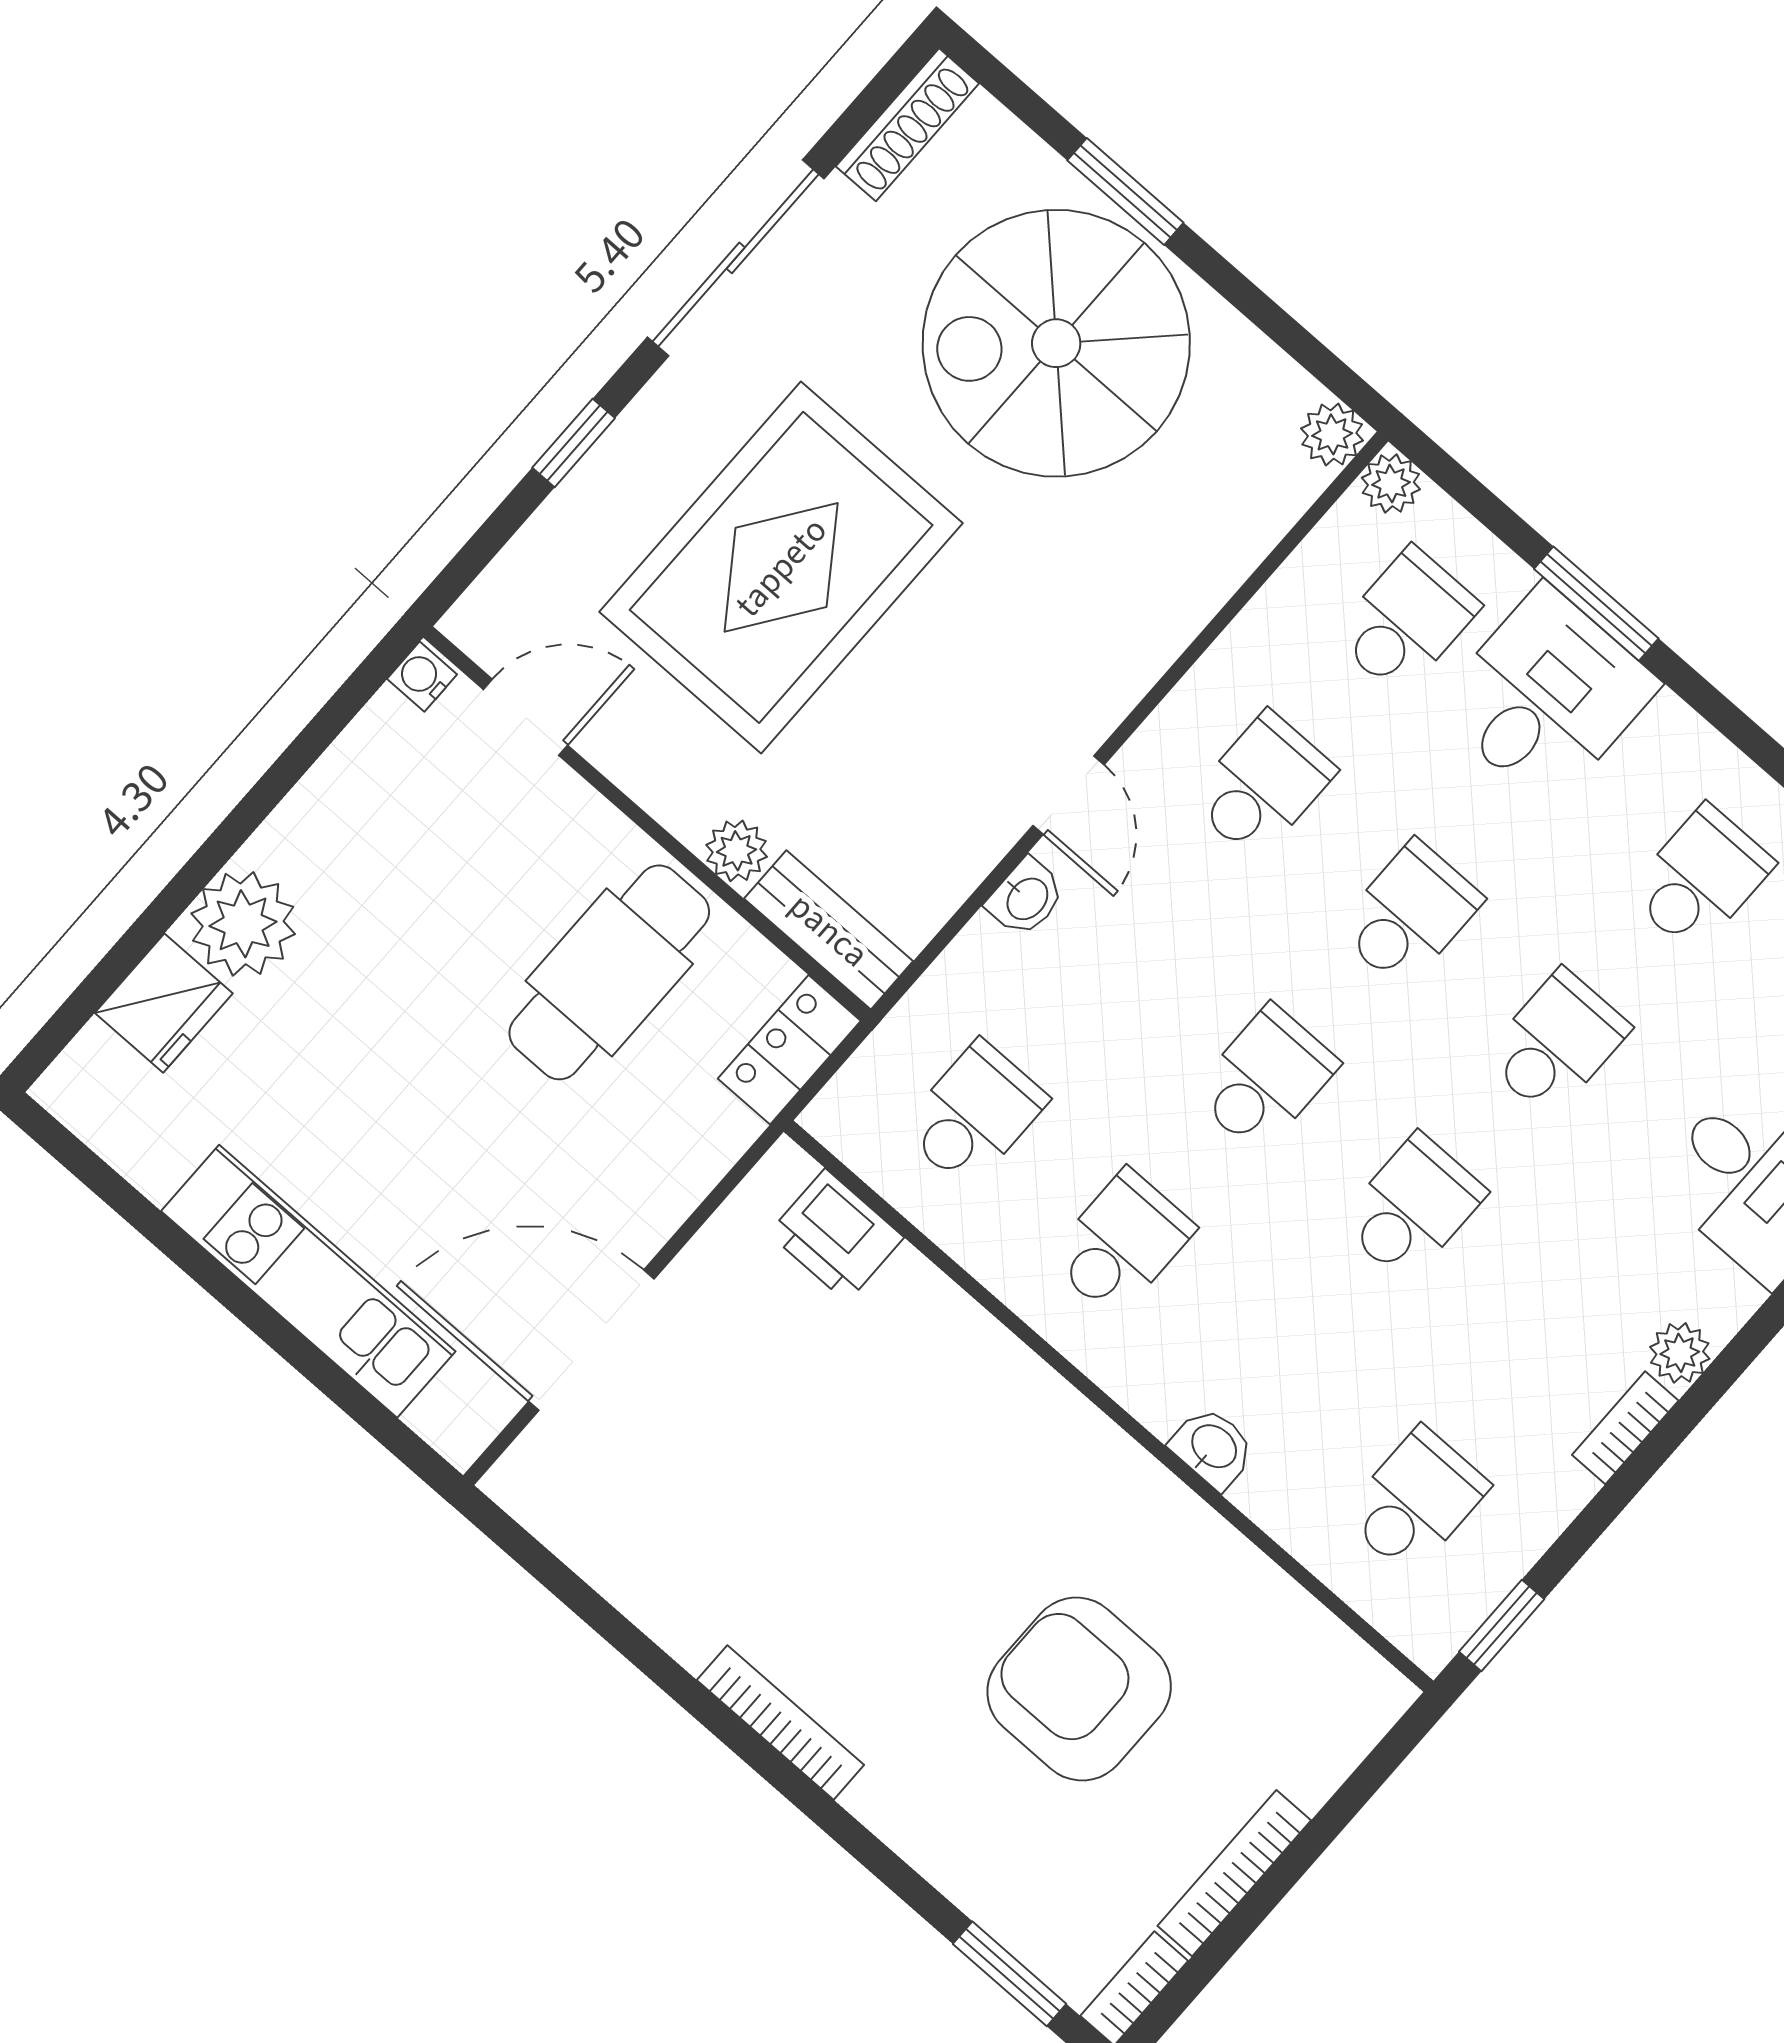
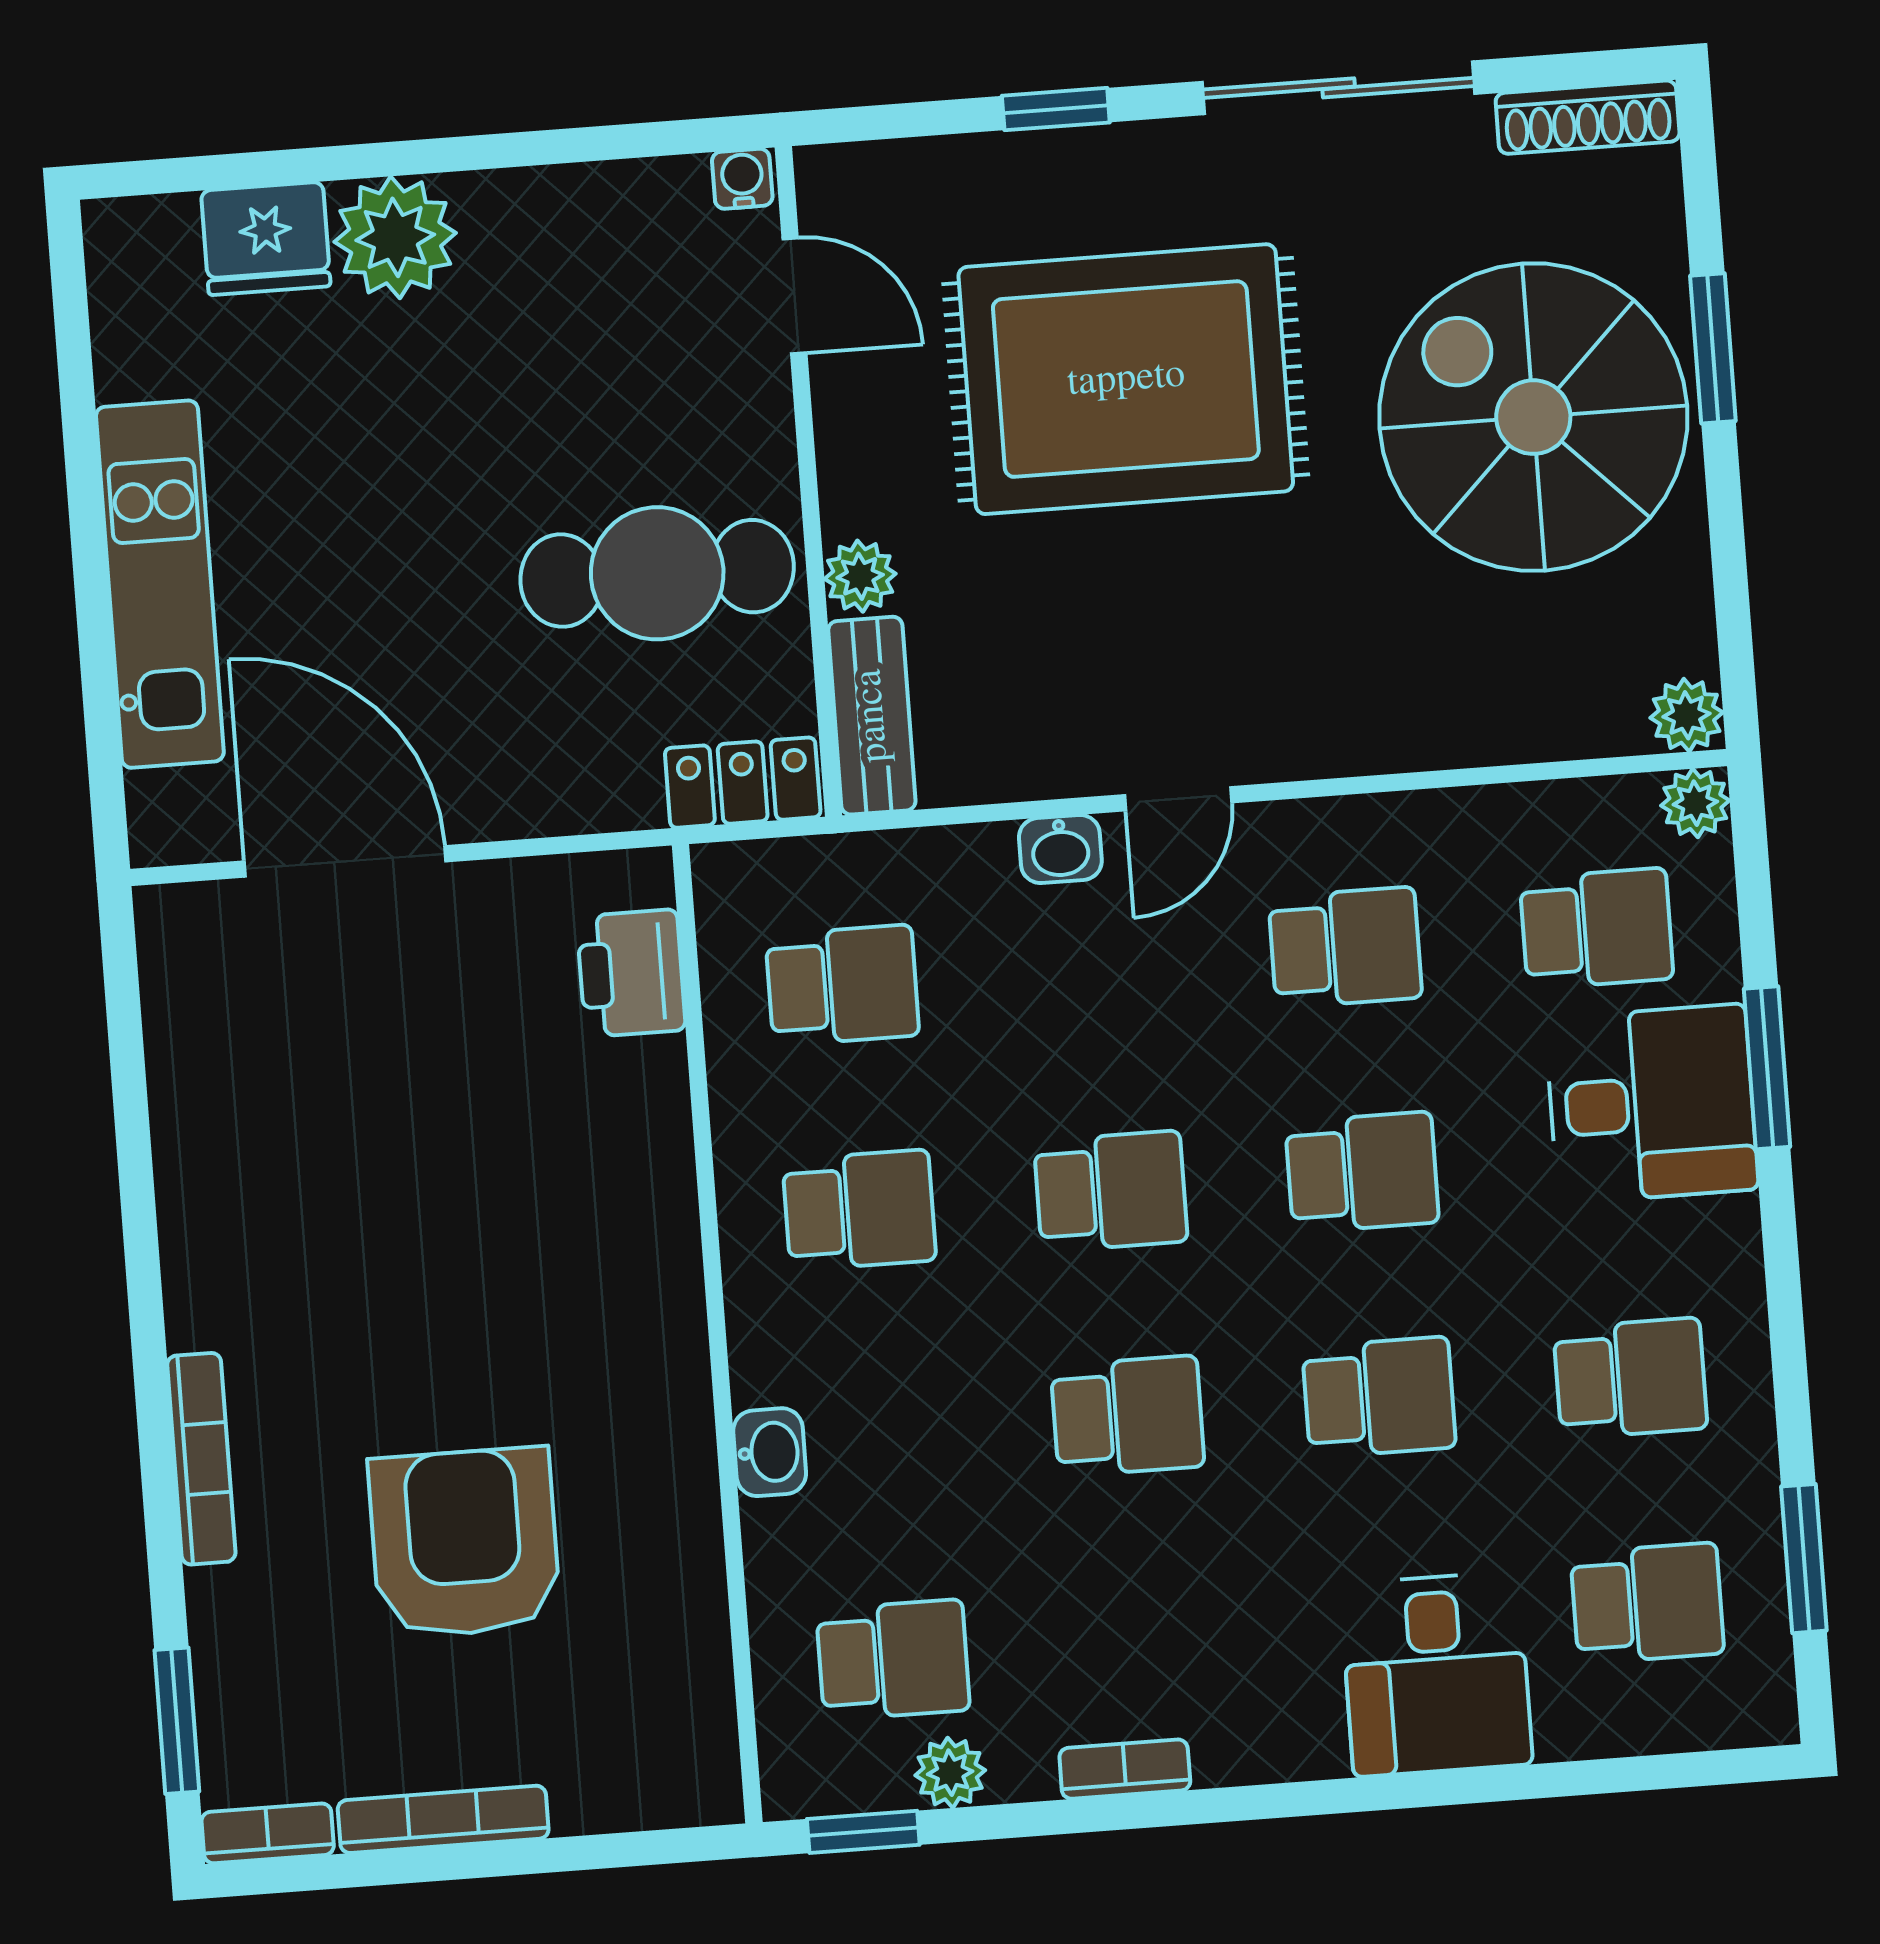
plant: (1680, 1353) -> (950, 1773), moved
bookcase: (780, 1723) -> (201, 1459), moved

